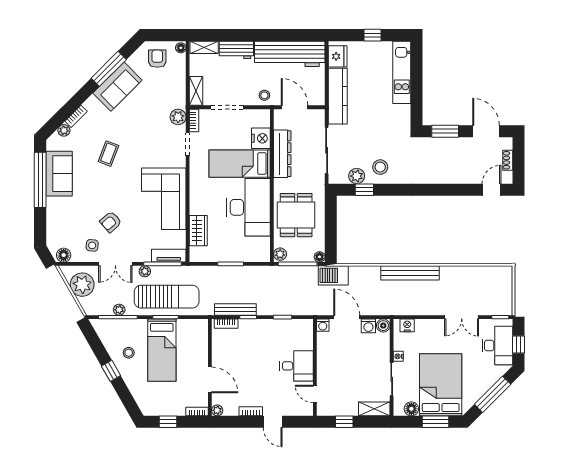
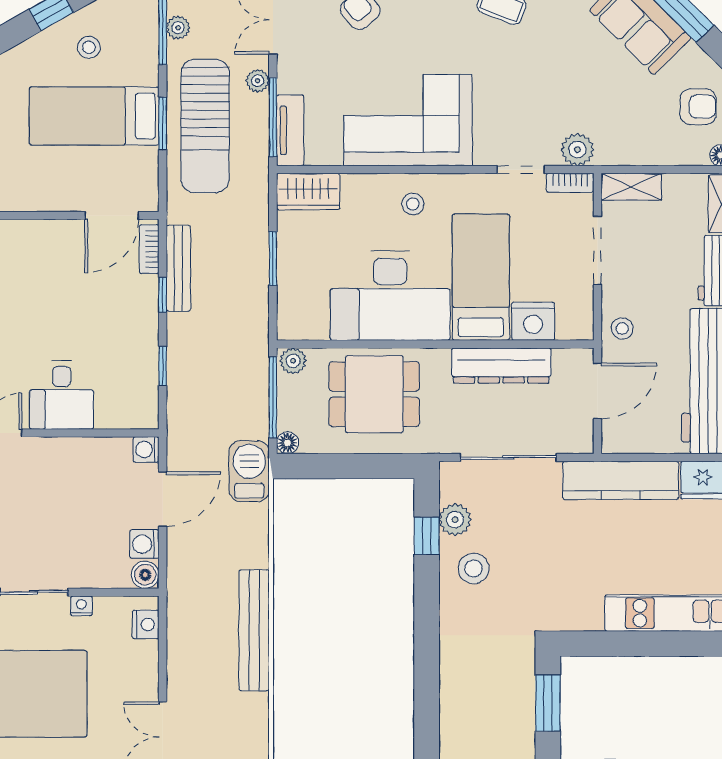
stool: (204, 196) -> (413, 204), added
wardrobe: (198, 231) -> (308, 192), moved
door: (210, 380) -> (112, 216), moved

